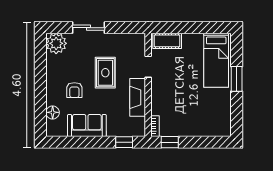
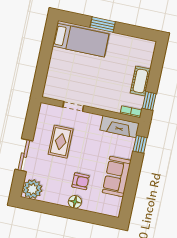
cot: (167, 41) -> (140, 81), moved
rug: (105, 73) -> (61, 142), moved, turned 90
fireplace: (138, 97) -> (119, 127), moved
floor lamp: (53, 112) -> (75, 202), moved

